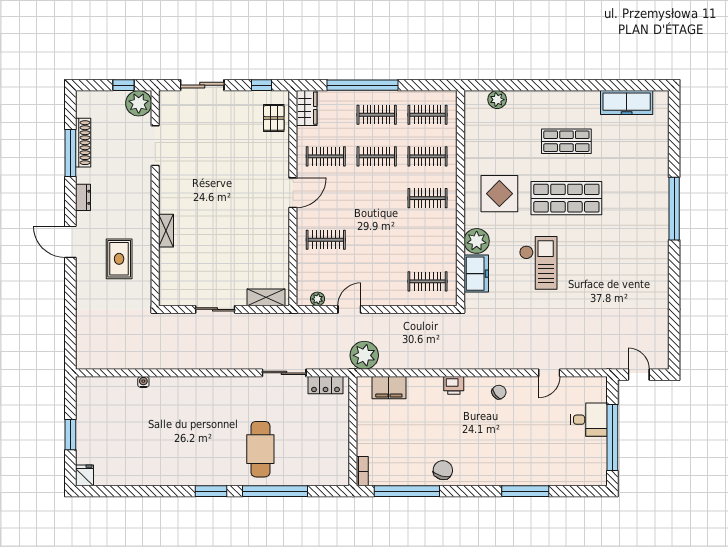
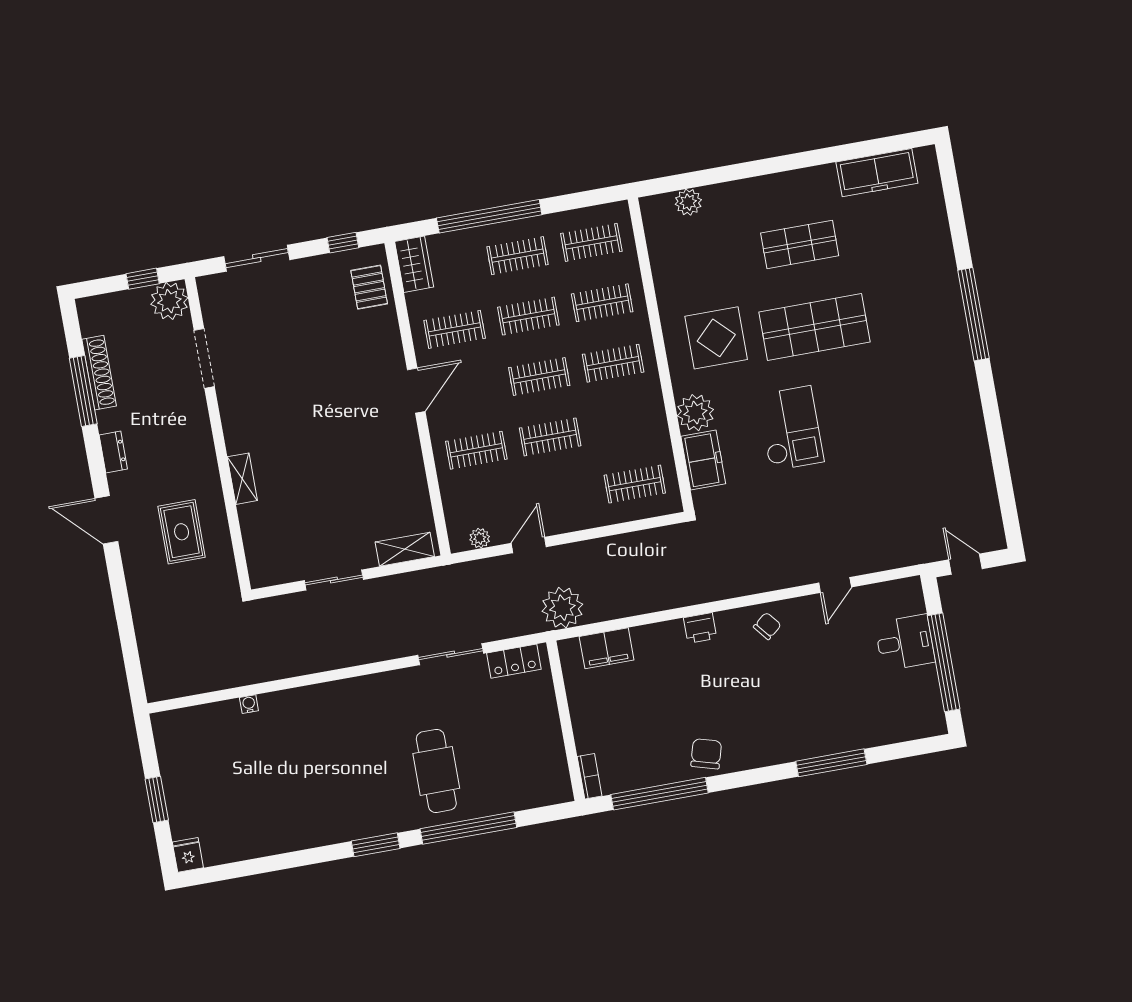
clothes rail: (377, 198) -> (539, 377), added
clothes rail: (377, 240) -> (550, 437), added

